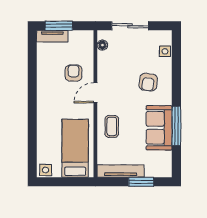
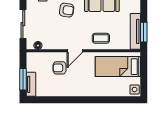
door: (95, 93) -> (75, 51), hinge flipped
window: (141, 182) -> (144, 32), moved

